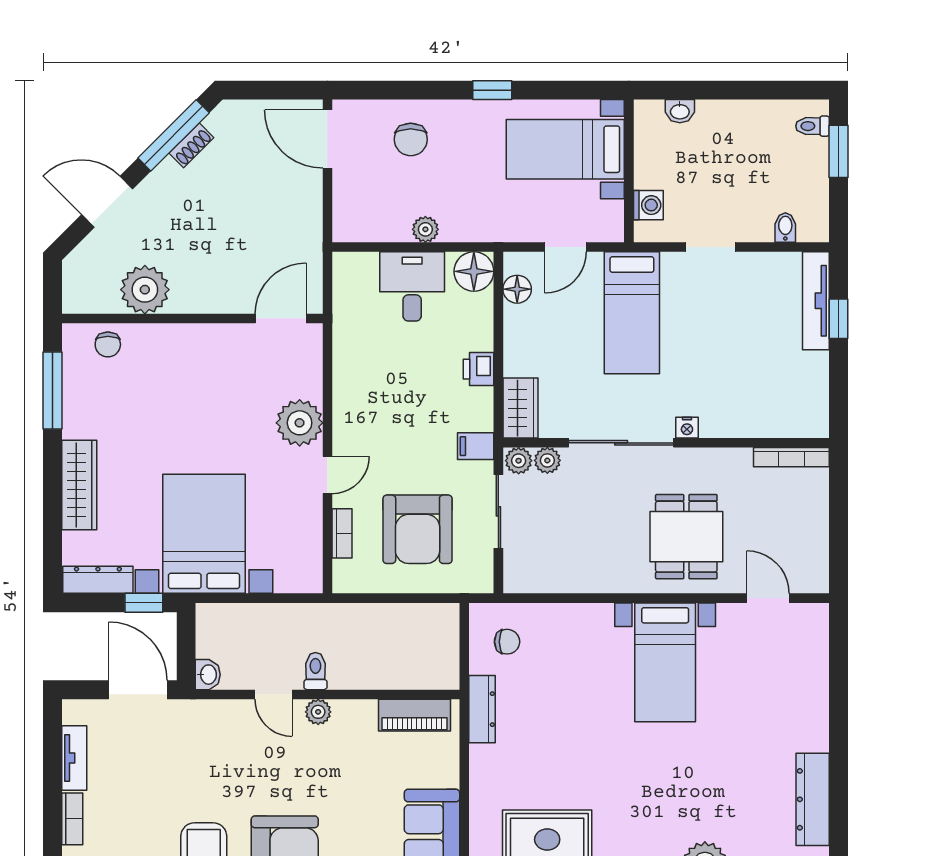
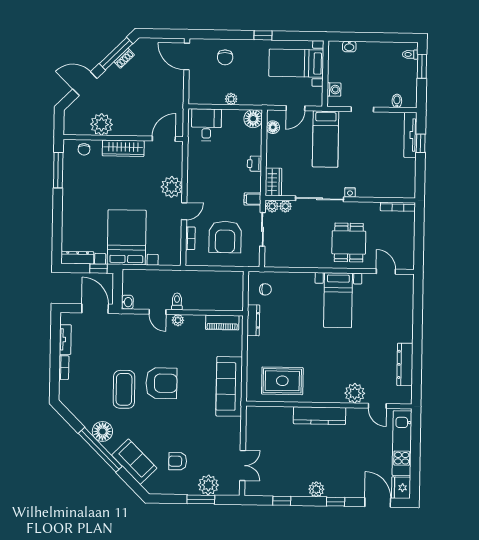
desk: (412, 286) -> (206, 125), moved
wardrobe: (79, 485) -> (123, 148), moved, turned 90

